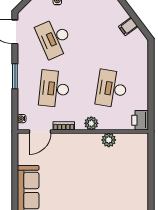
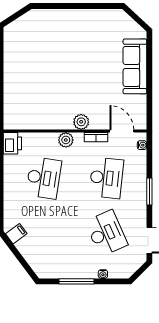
filing cabinet: (128, 26) -> (16, 234), moved
door: (40, 131) -> (122, 131), hinge flipped
plant: (109, 140) -> (81, 122), moved

